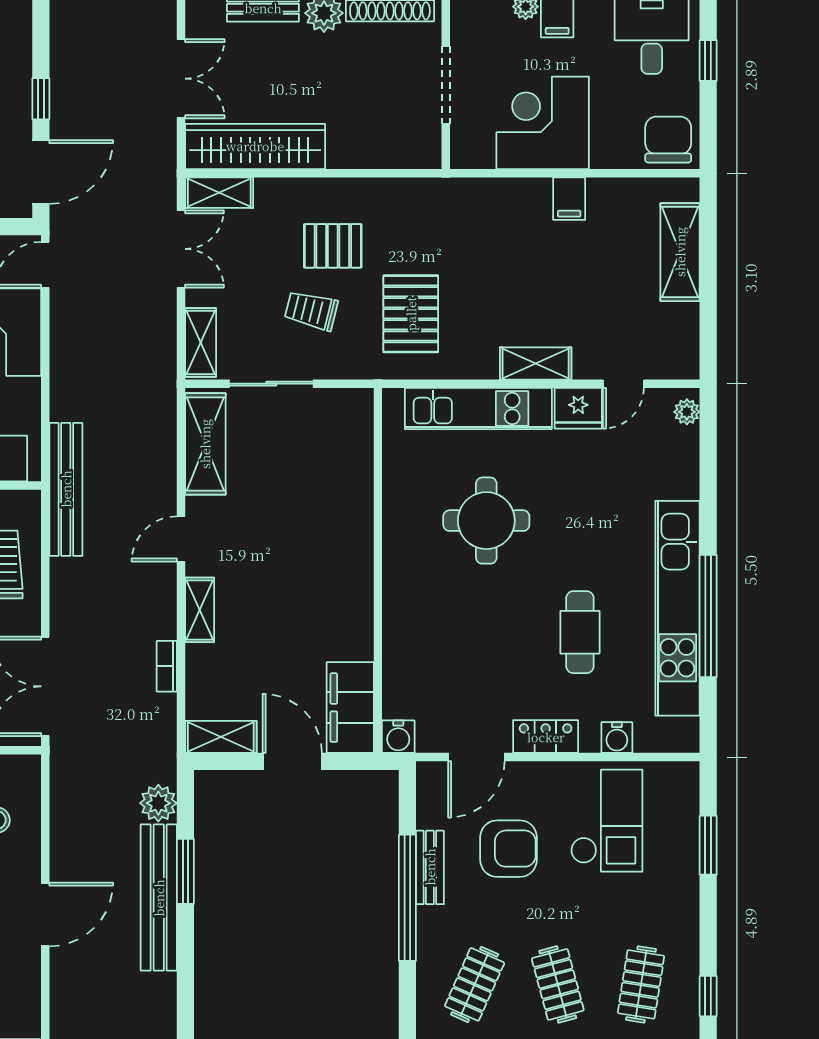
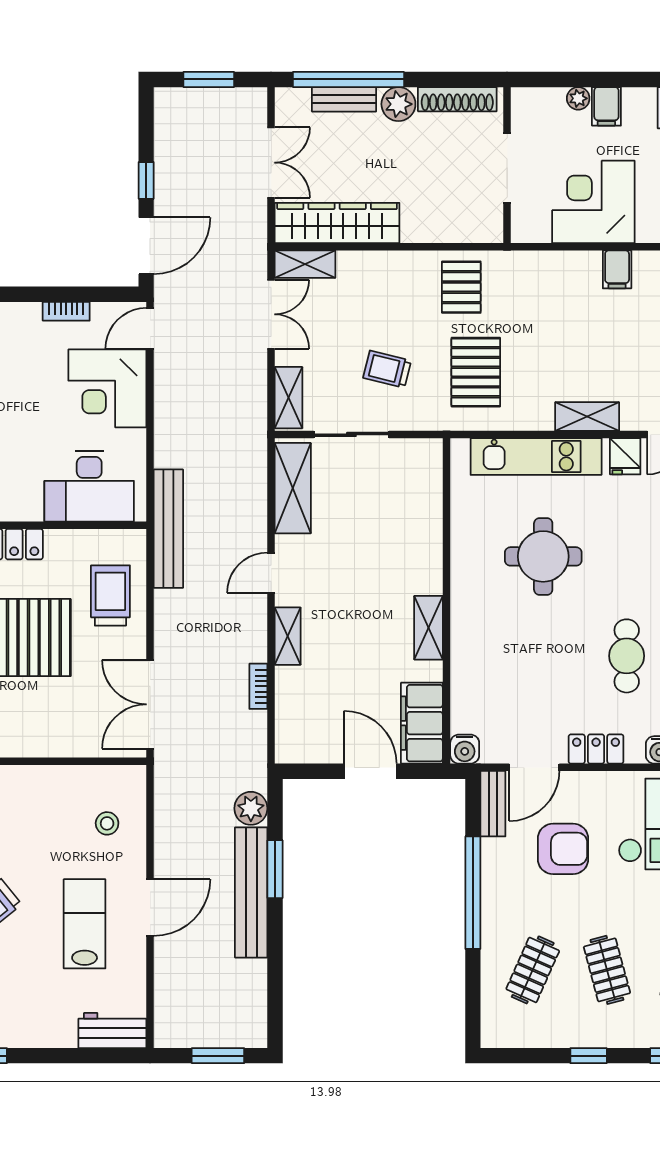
pallet: (333, 246) -> (461, 287), moved, turned 90
fridge: (578, 408) -> (625, 456), width x0.72
shelving: (221, 737) -> (429, 628), moved, turned 90
bench: (430, 867) -> (493, 804), moved

